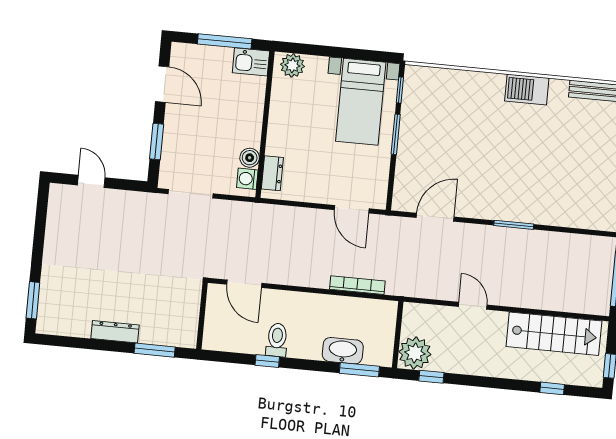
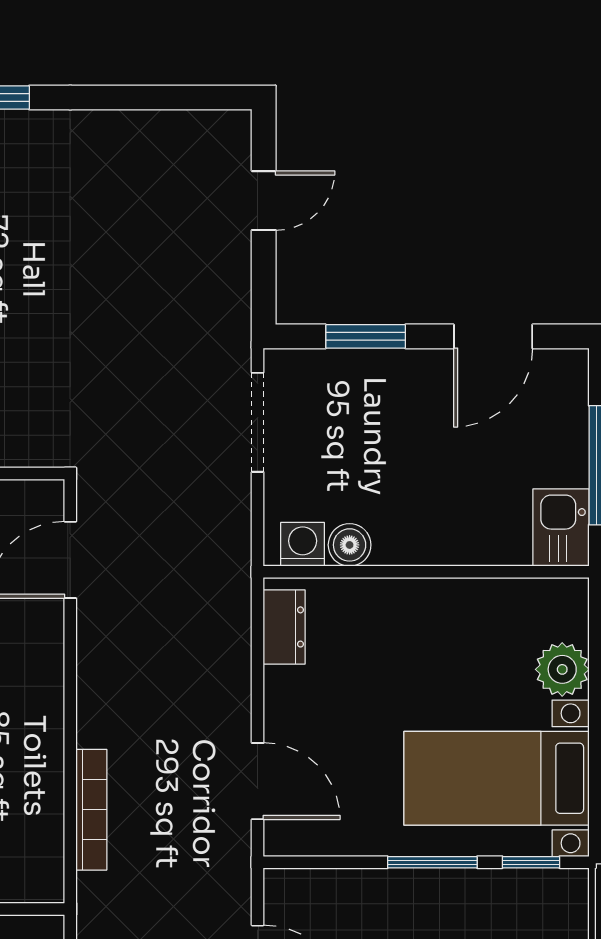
plant: (292, 65) -> (562, 669), moved
dresser: (272, 173) -> (284, 627), moved, turned -90
door: (352, 209) -> (258, 781), swing flipped

